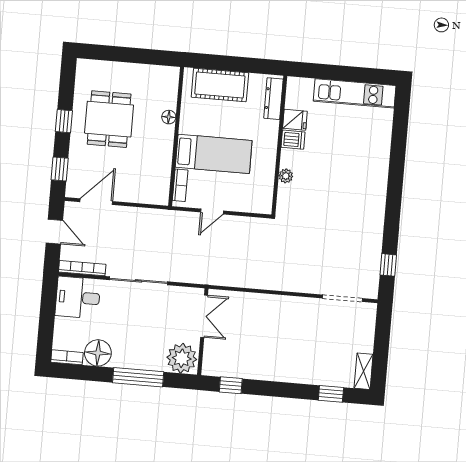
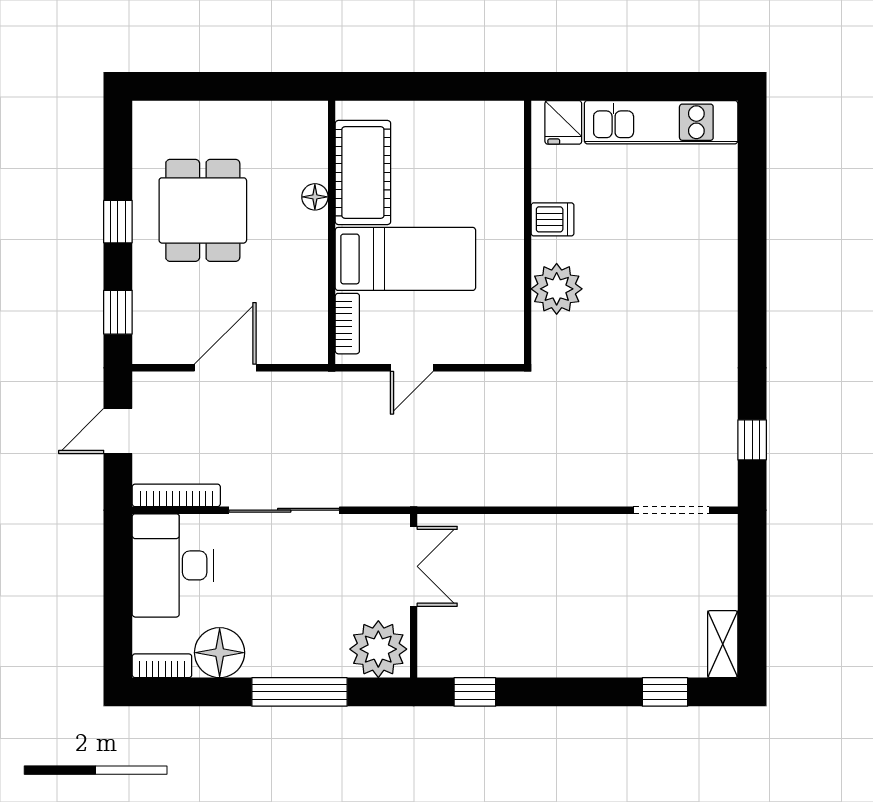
cot: (220, 85) -> (363, 173), moved, turned 90
dresser: (273, 99) -> (509, 145), removed
fridge: (295, 120) -> (563, 122), moved, turned 90
plant: (286, 176) -> (557, 289), width x1.87, depth x1.87
door: (96, 202) -> (225, 368), moved
door: (54, 232) -> (118, 431), swing flipped
desk: (78, 297) -> (173, 565), width x1.37

